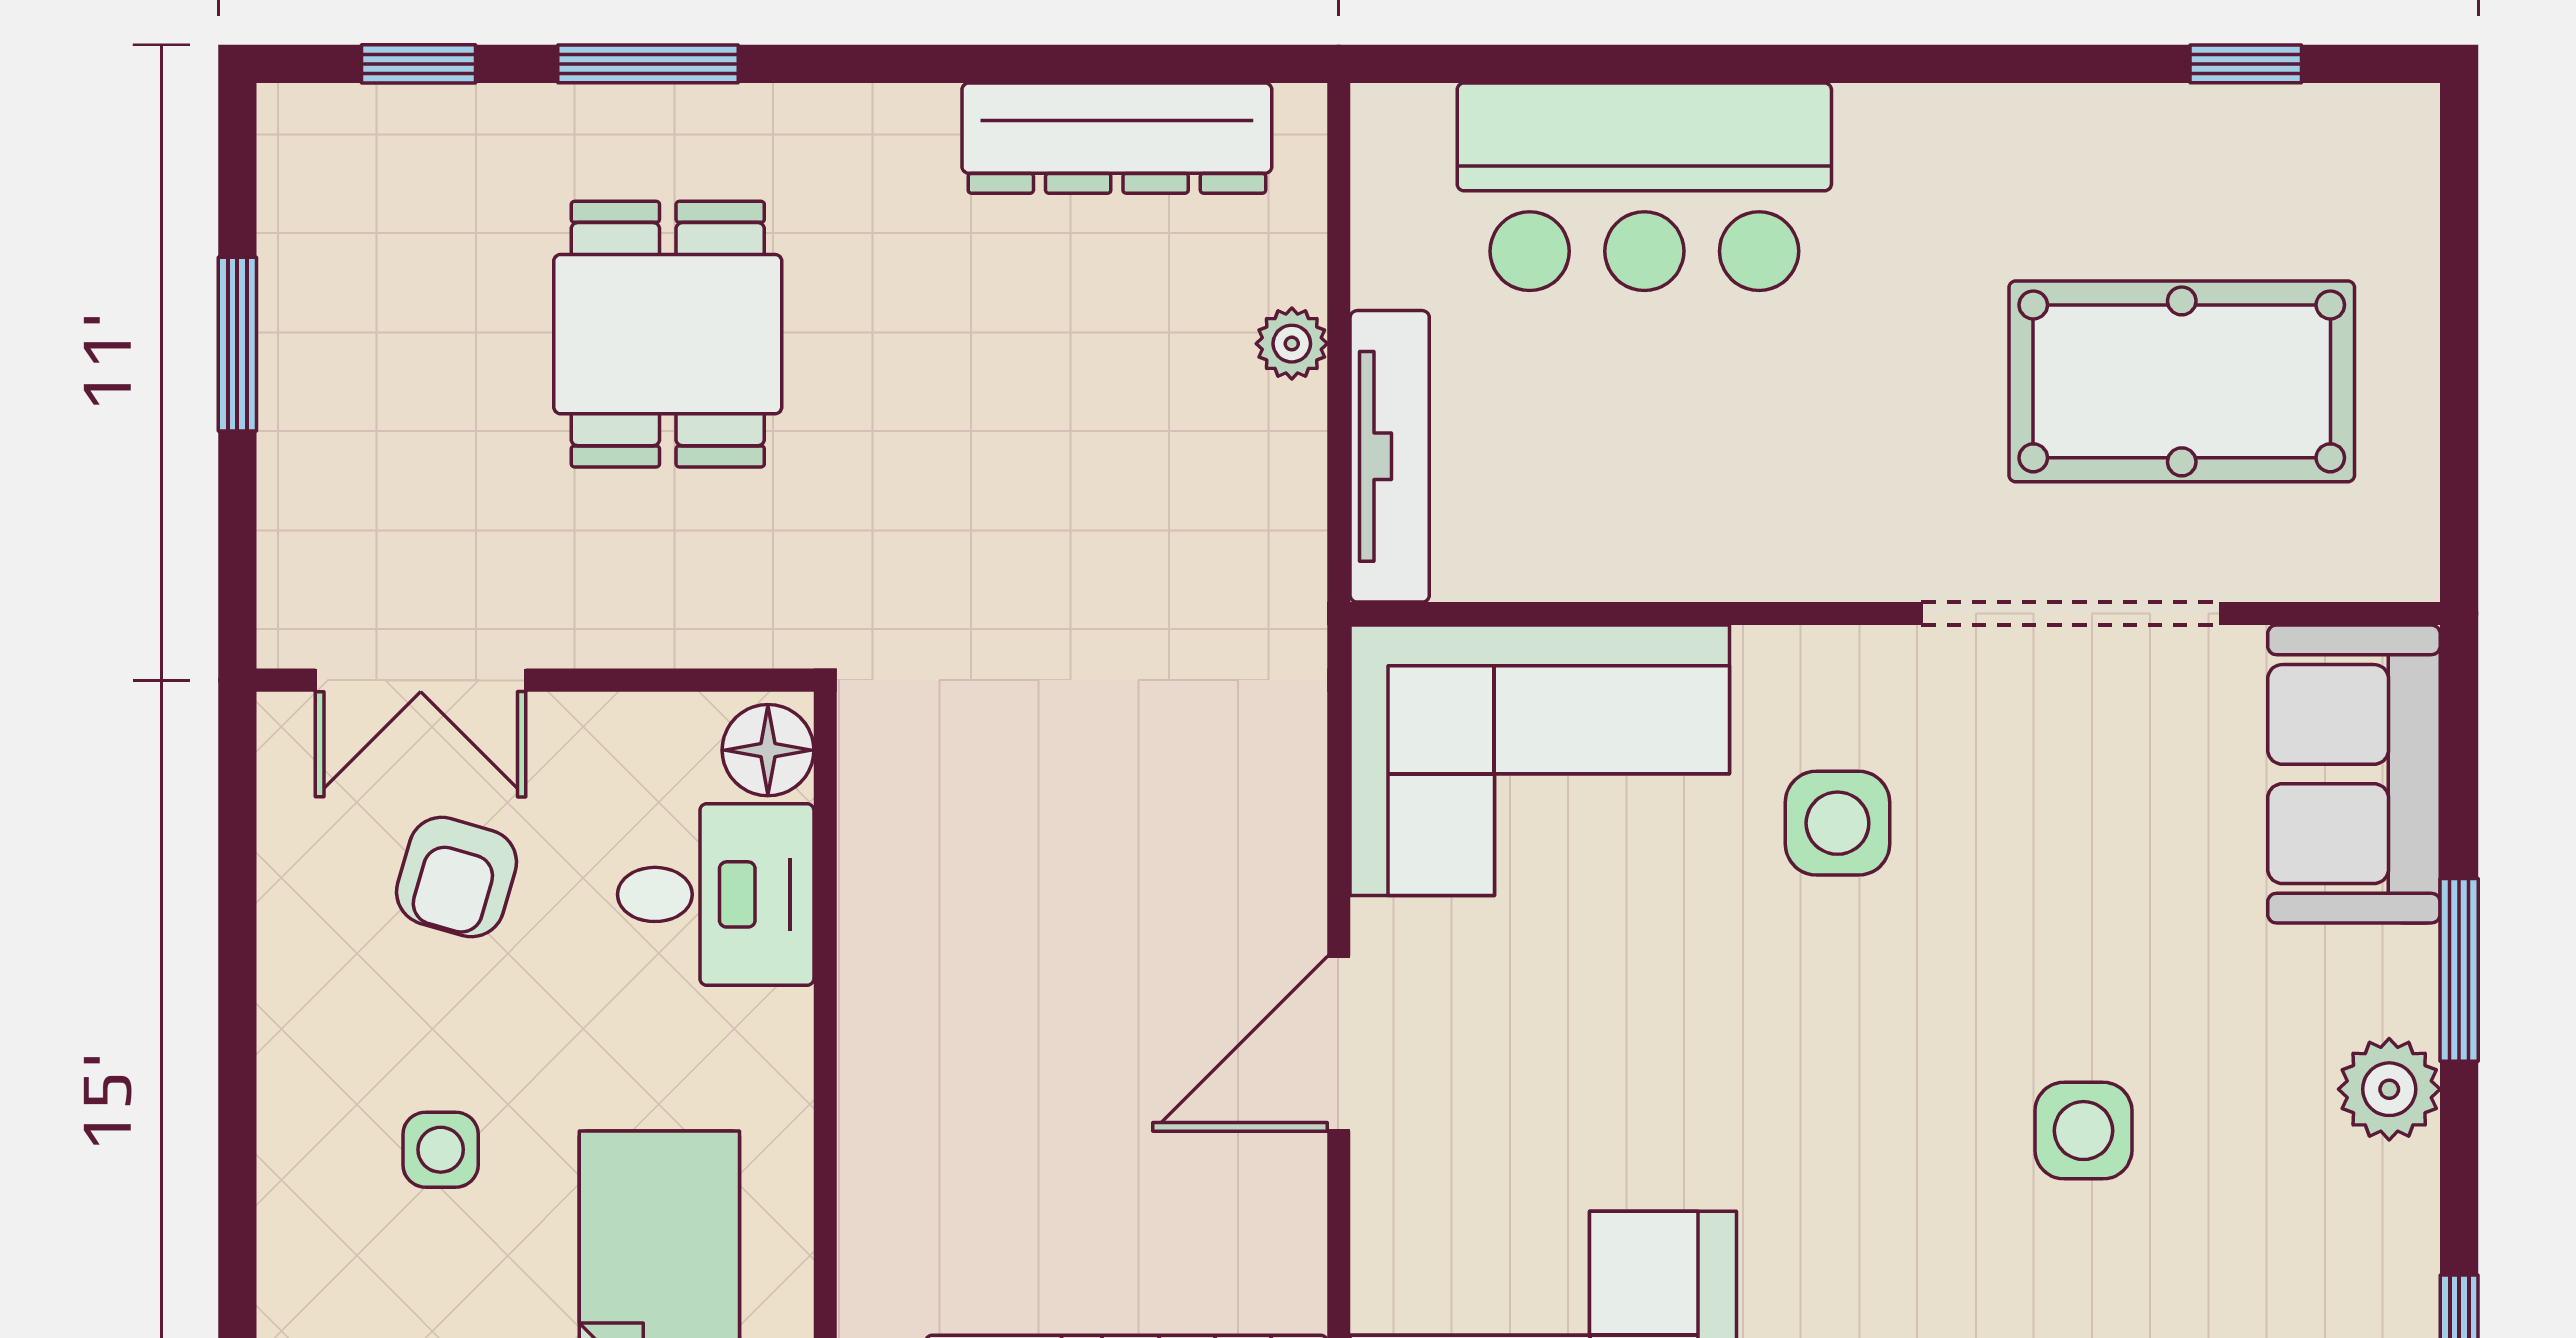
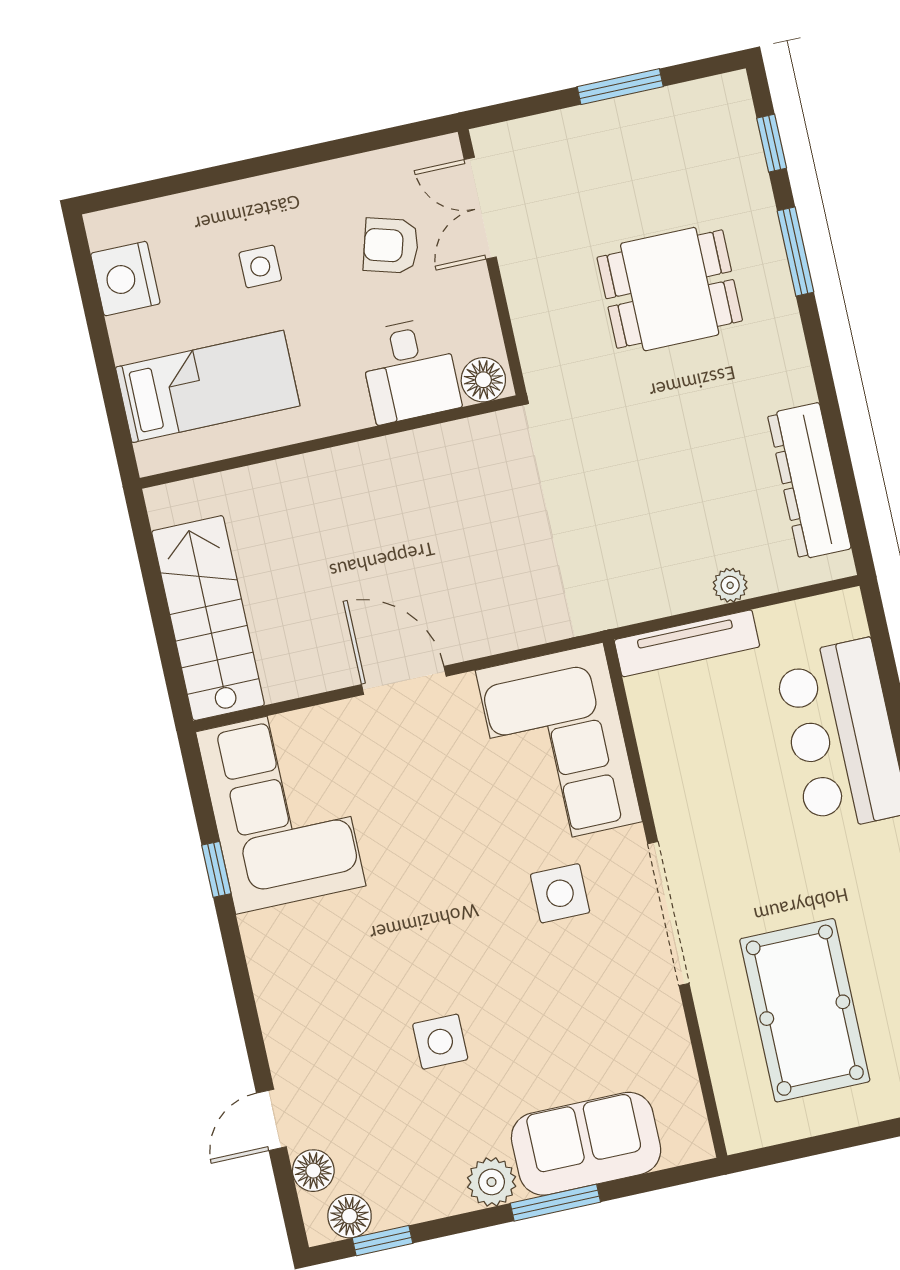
doorway: (2071, 614) -> (668, 914), moved
sofa: (2354, 774) -> (586, 1144), moved

